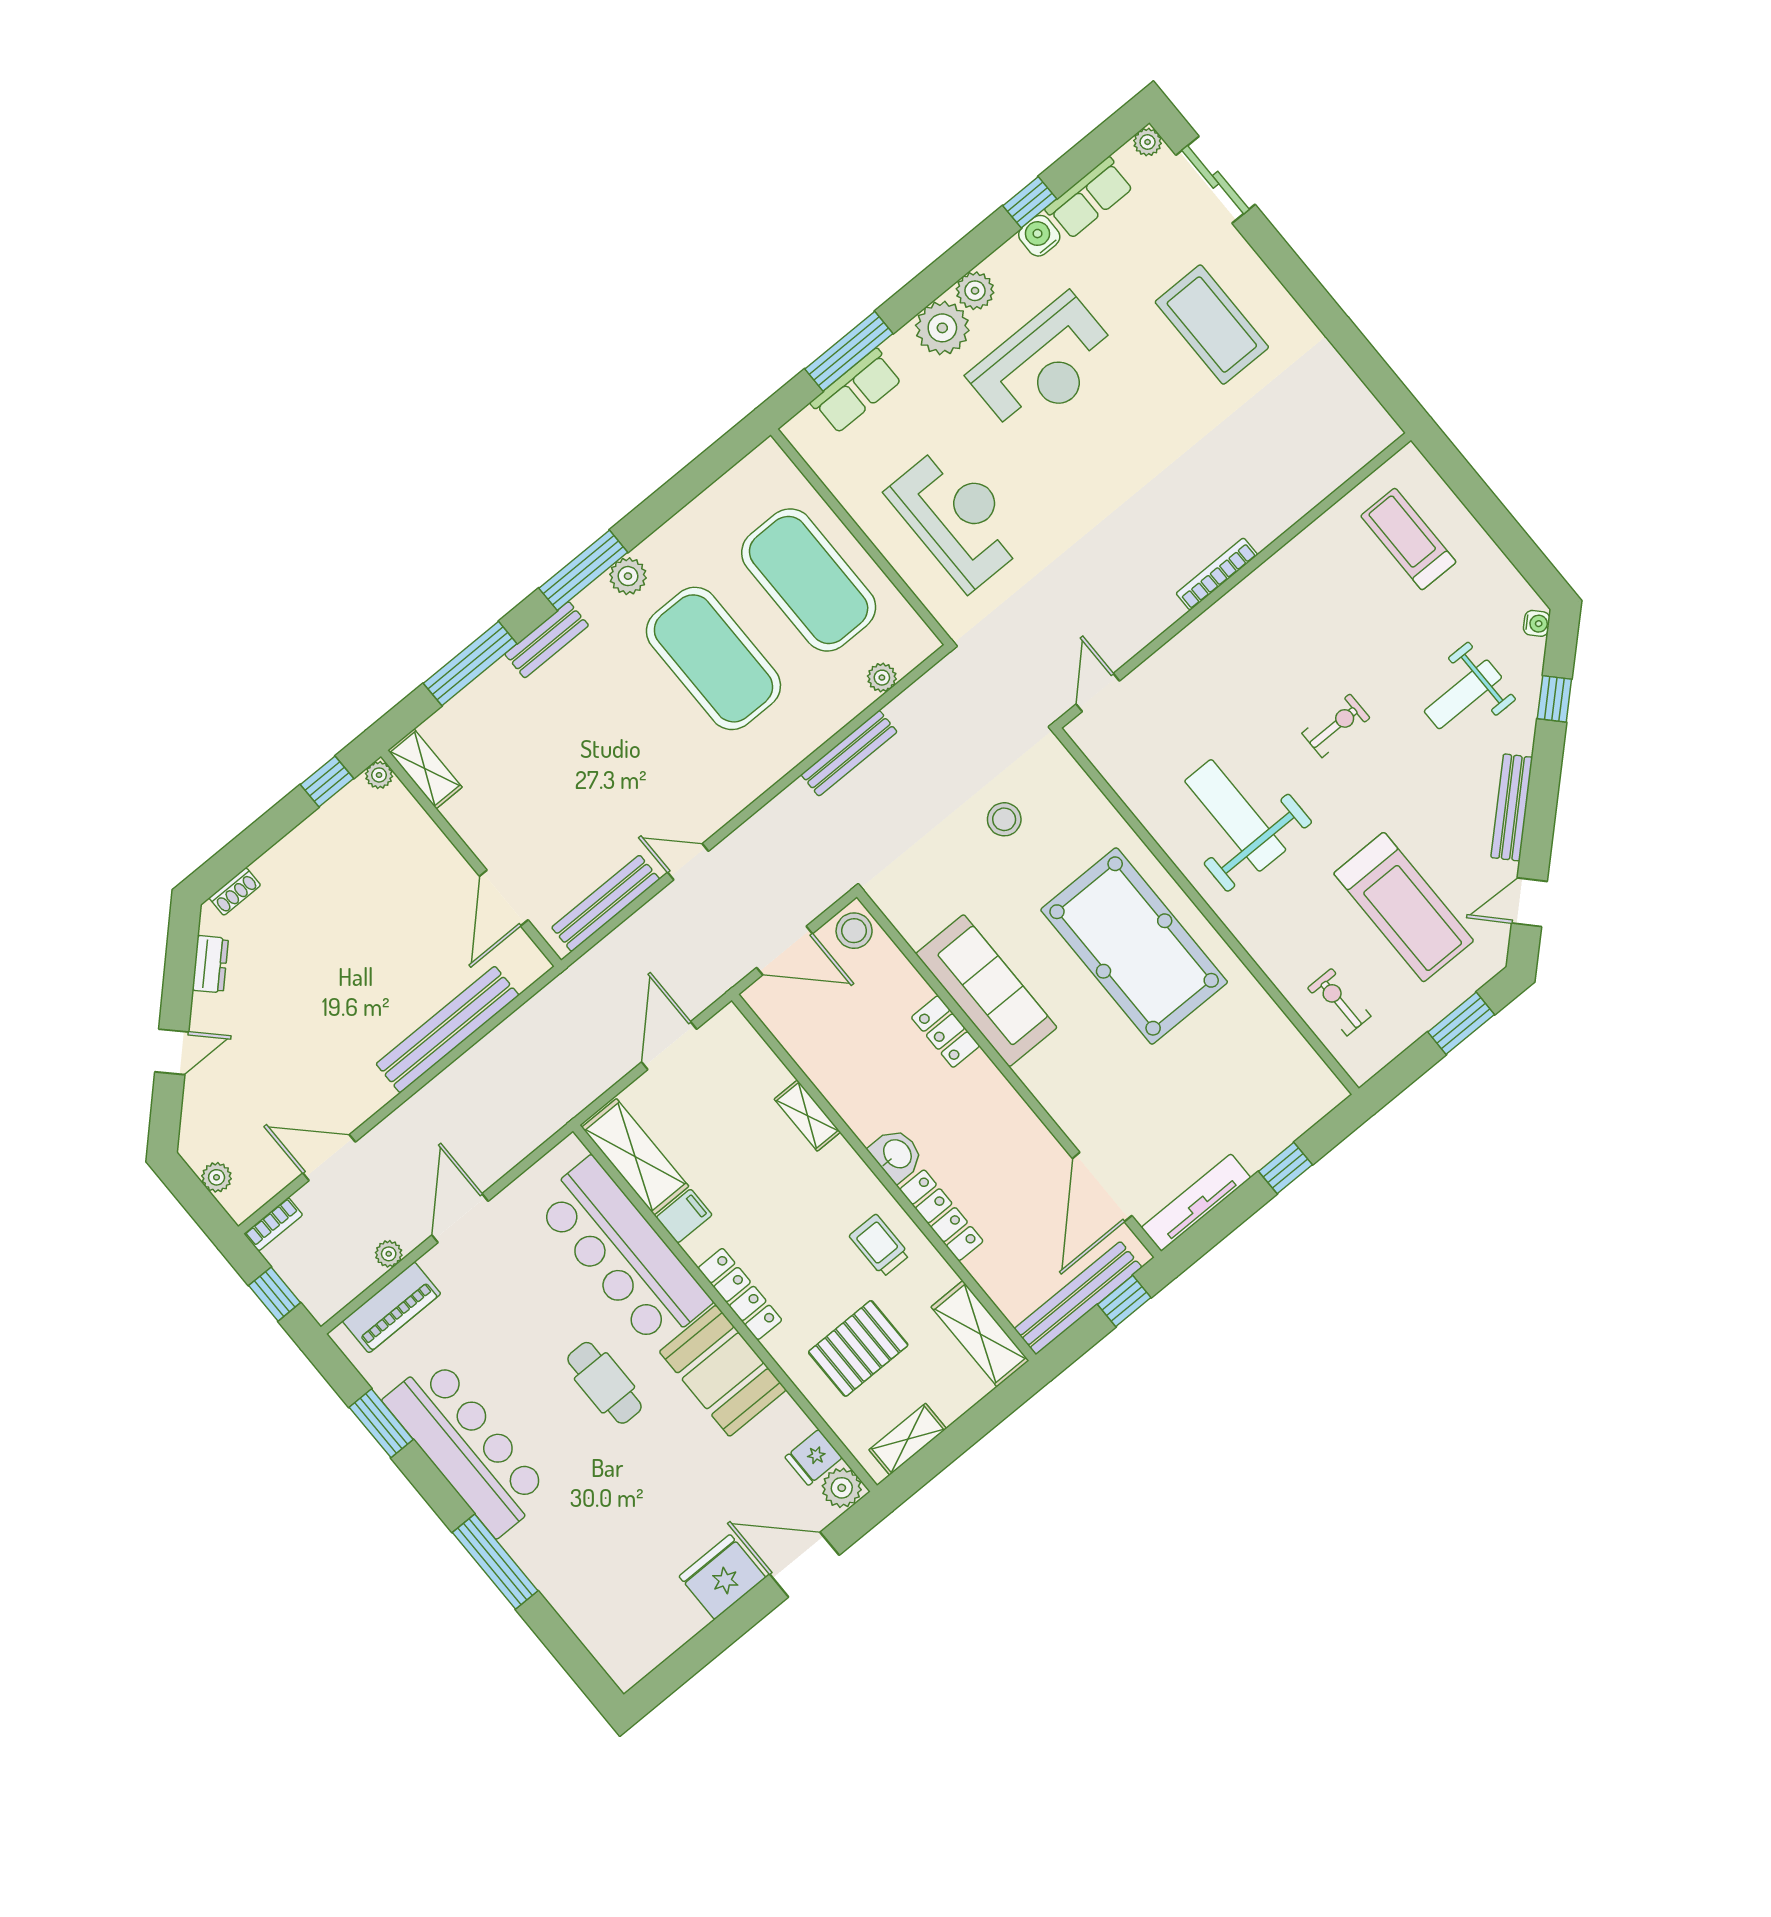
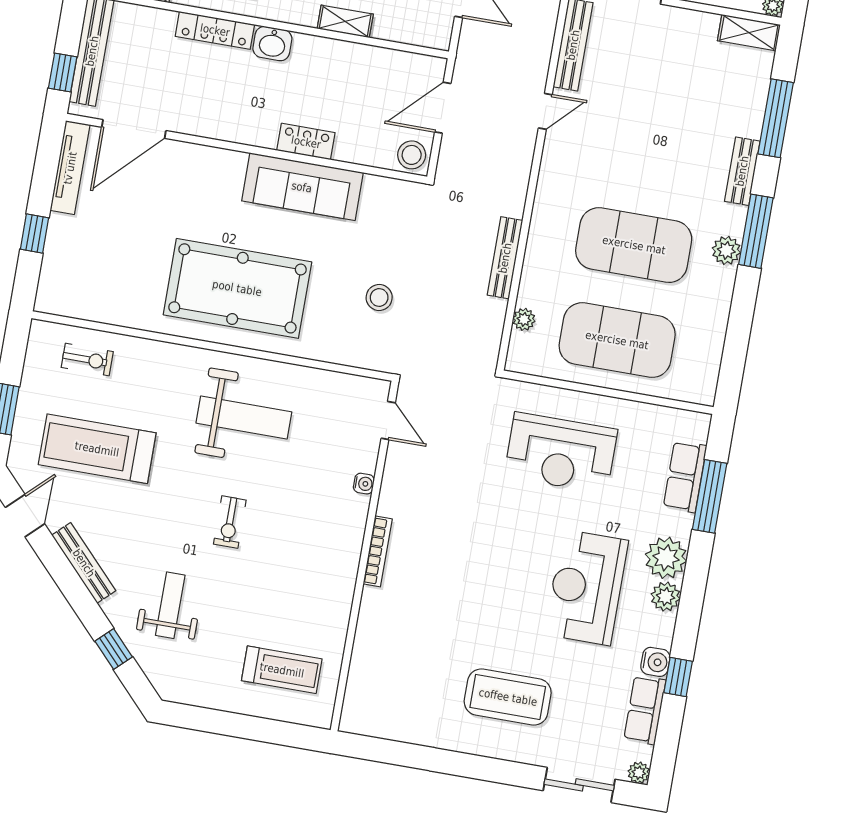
water cooler: (1537, 623) -> (364, 484), moved, turned -137
door: (1102, 1187) -> (134, 129), swing flipped

